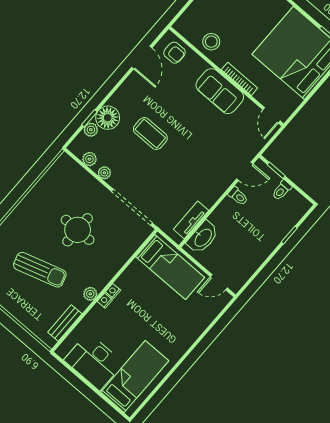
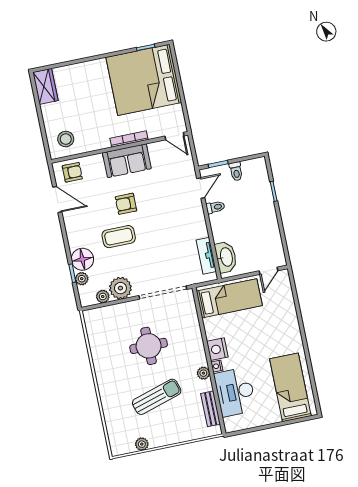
stool: (211, 42) -> (66, 139), moved
armchair: (183, 118) -> (126, 204), added
plant: (104, 173) -> (120, 288), width x1.88, depth x1.88
nightstand: (113, 291) -> (217, 349), width x1.89, depth x1.79
desk: (94, 362) -> (235, 392), moved, turned 90

